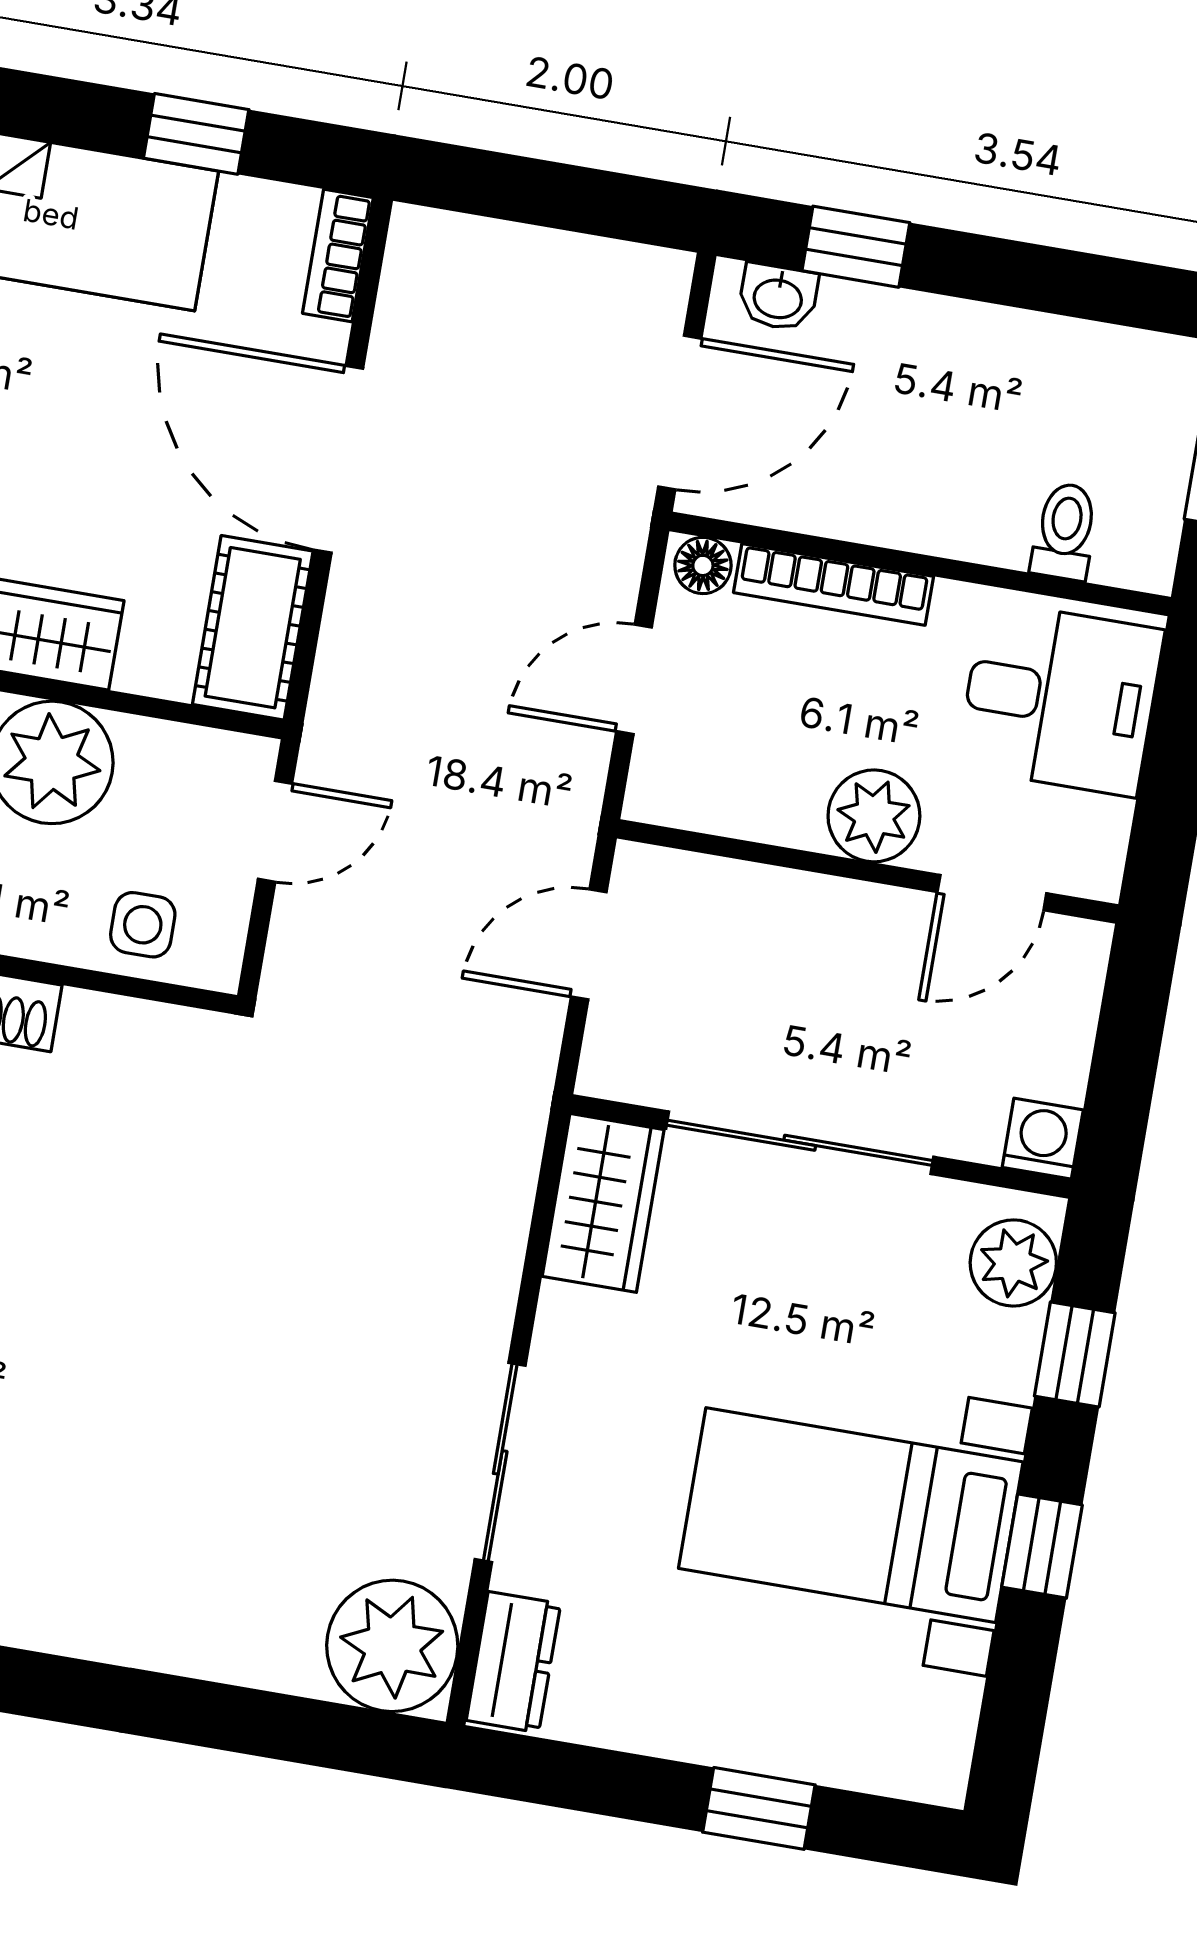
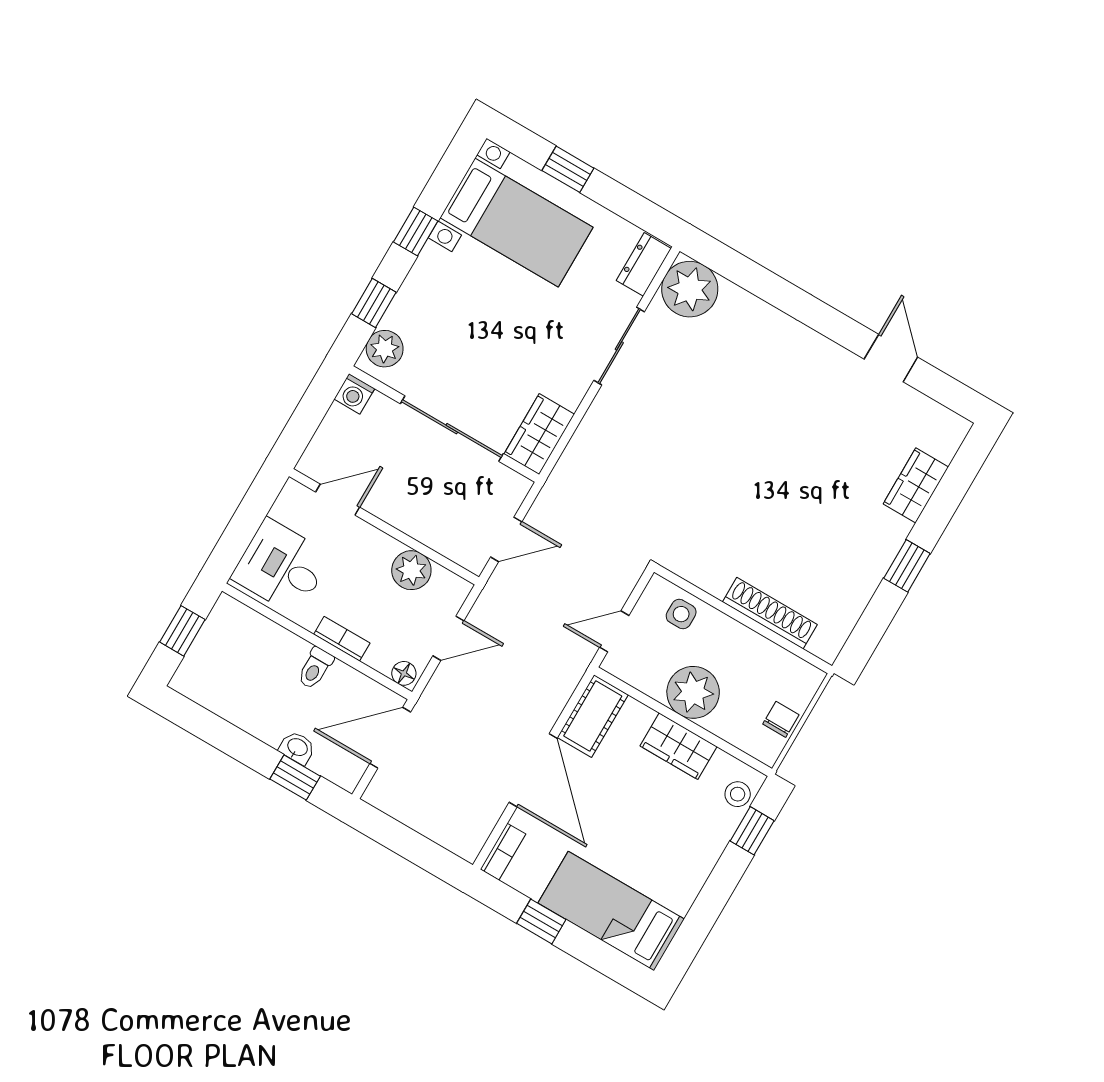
washbasin: (778, 297) -> (297, 748), moved
toilet: (1065, 531) -> (315, 668), moved
bookcase: (834, 584) -> (342, 639), width x0.64
plant: (874, 816) -> (411, 570), moved
bed with nightstands: (851, 1515) -> (516, 223), moved

